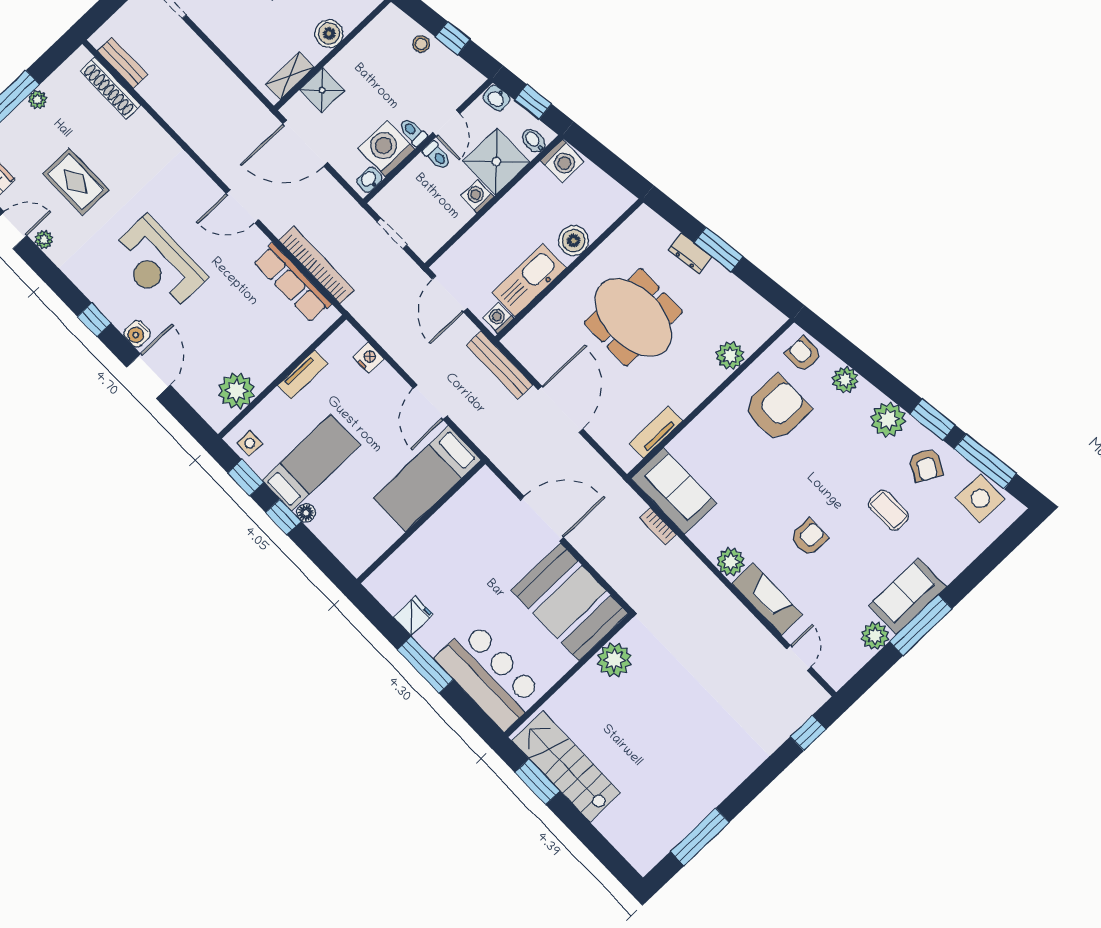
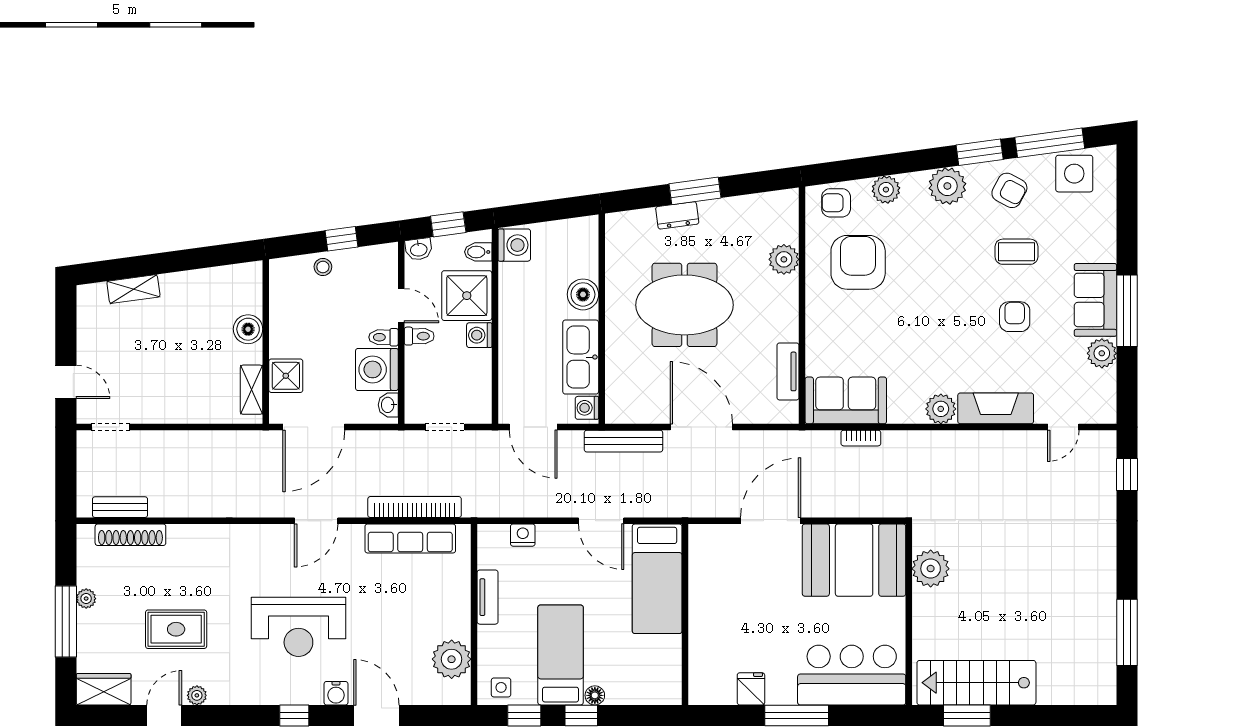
armchair: (809, 538) -> (1015, 317), moved
door: (799, 658) -> (1063, 427), swing flipped

